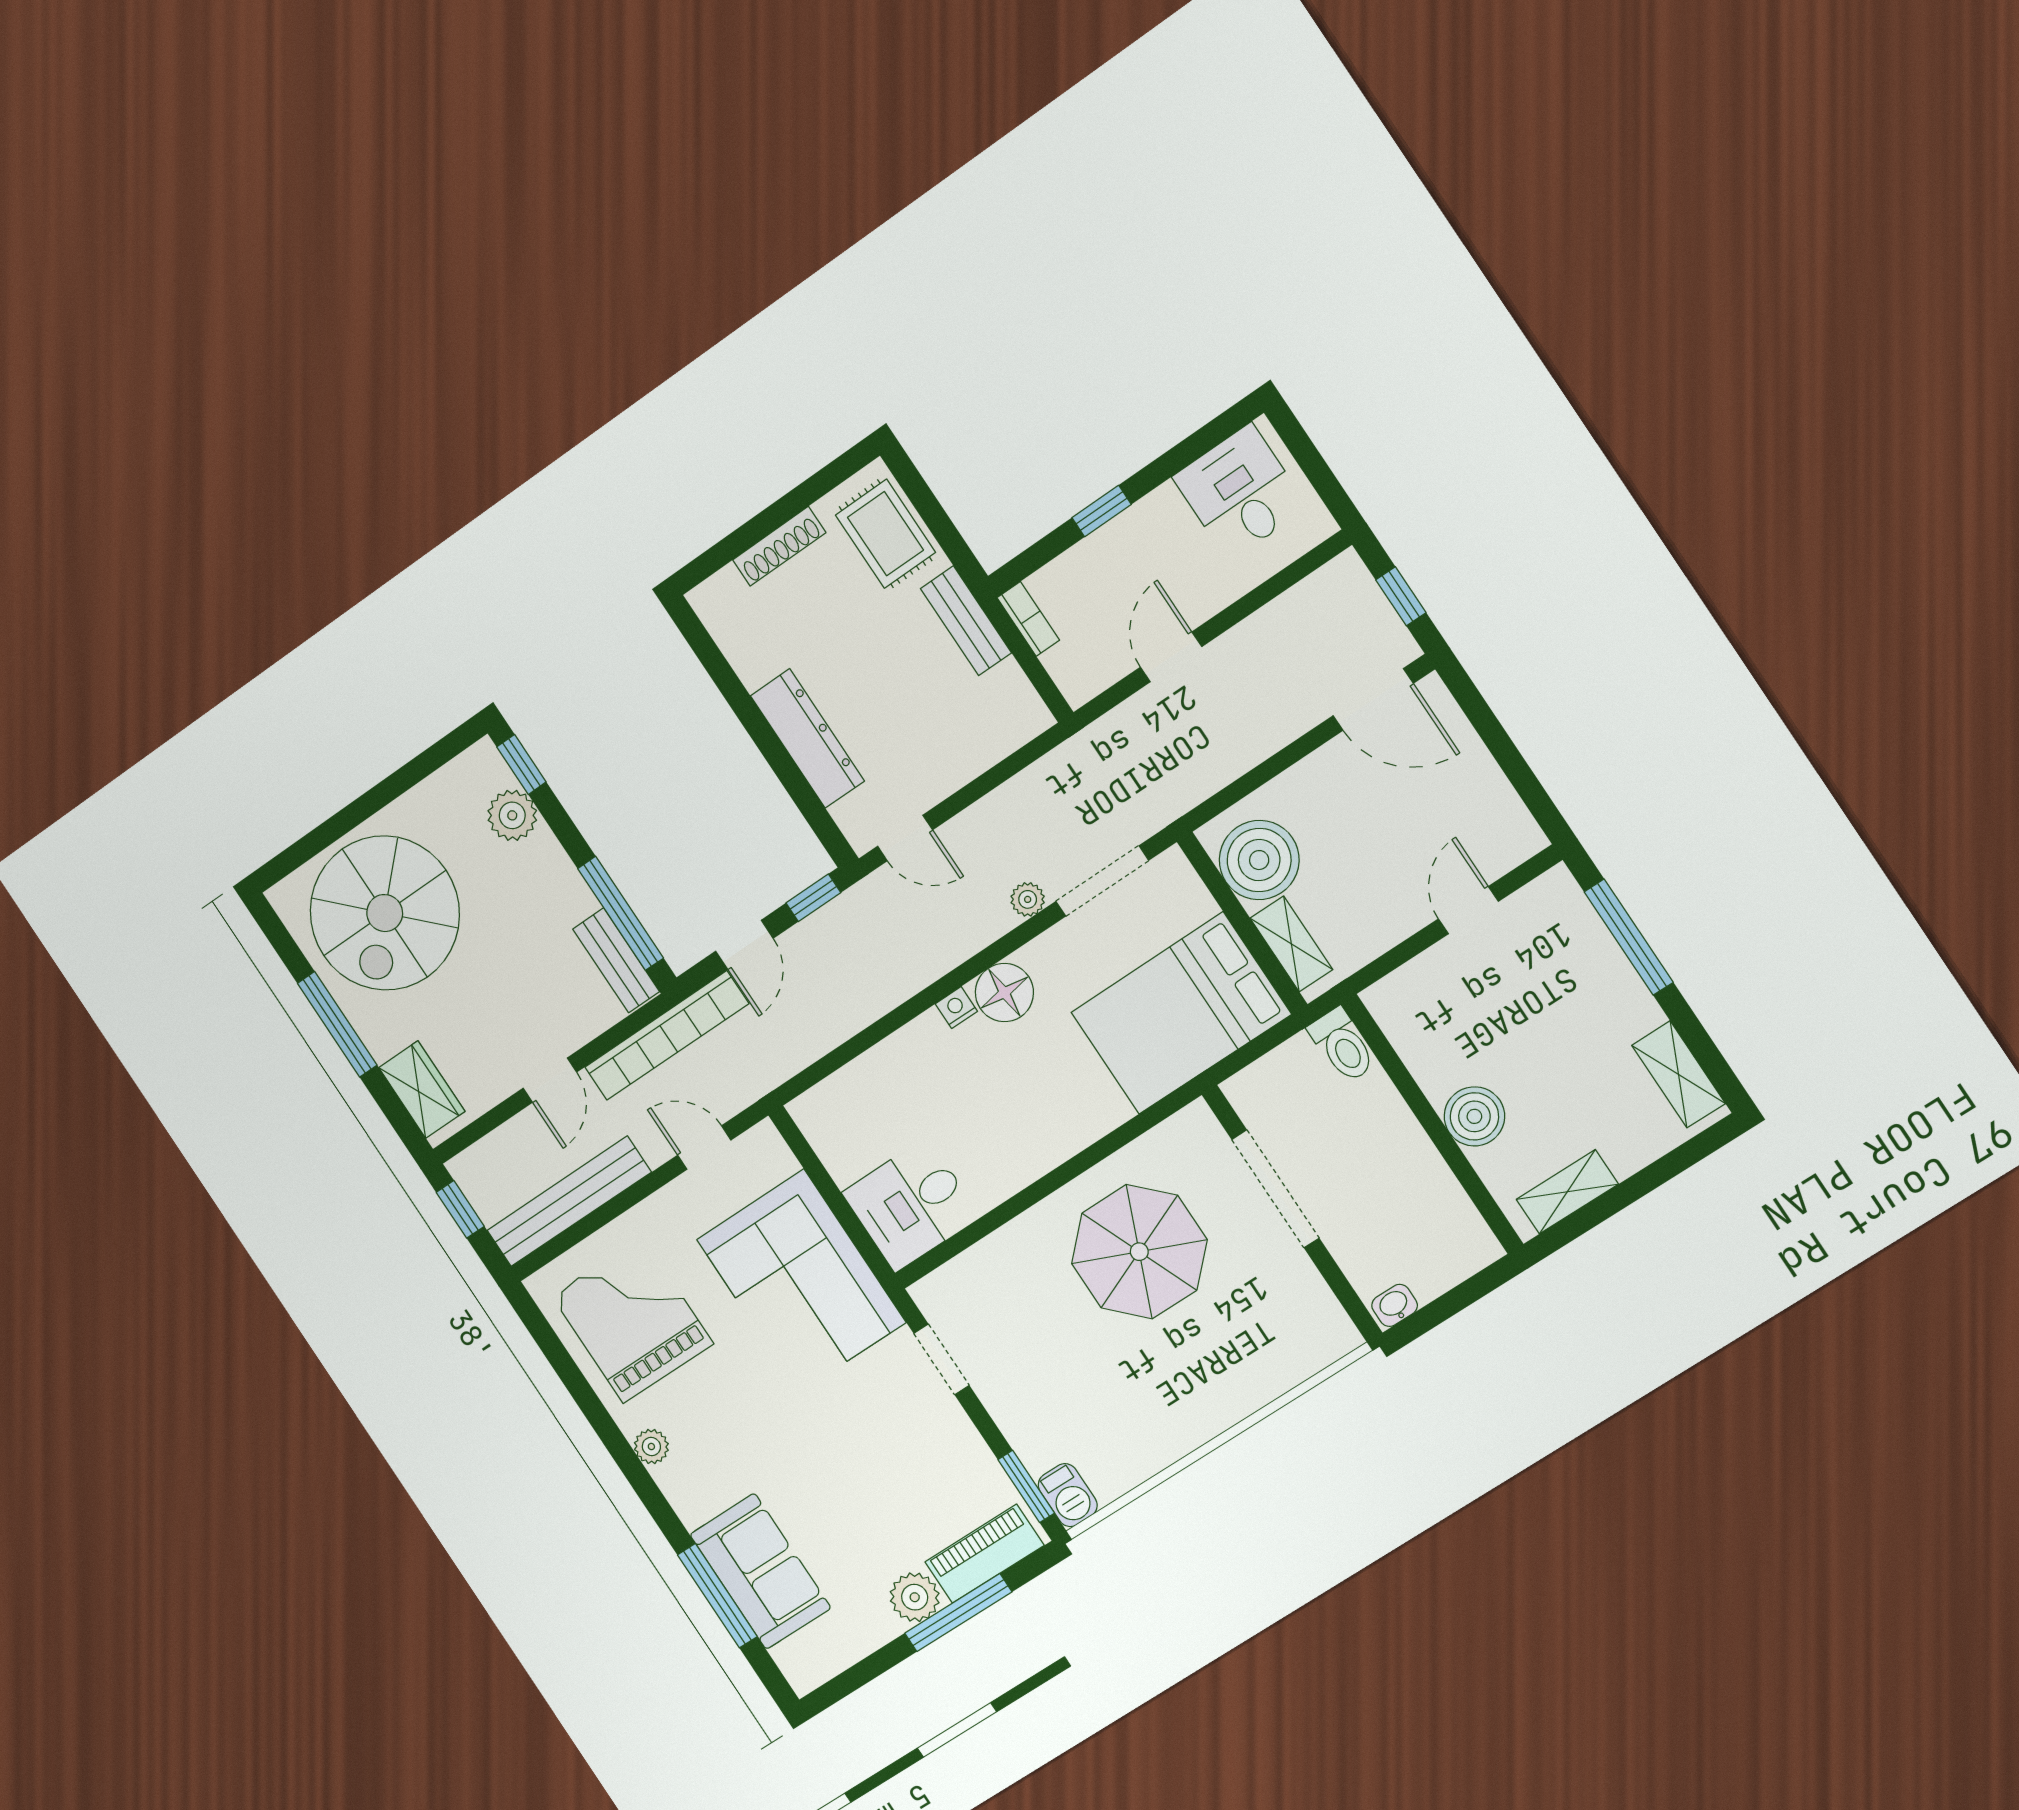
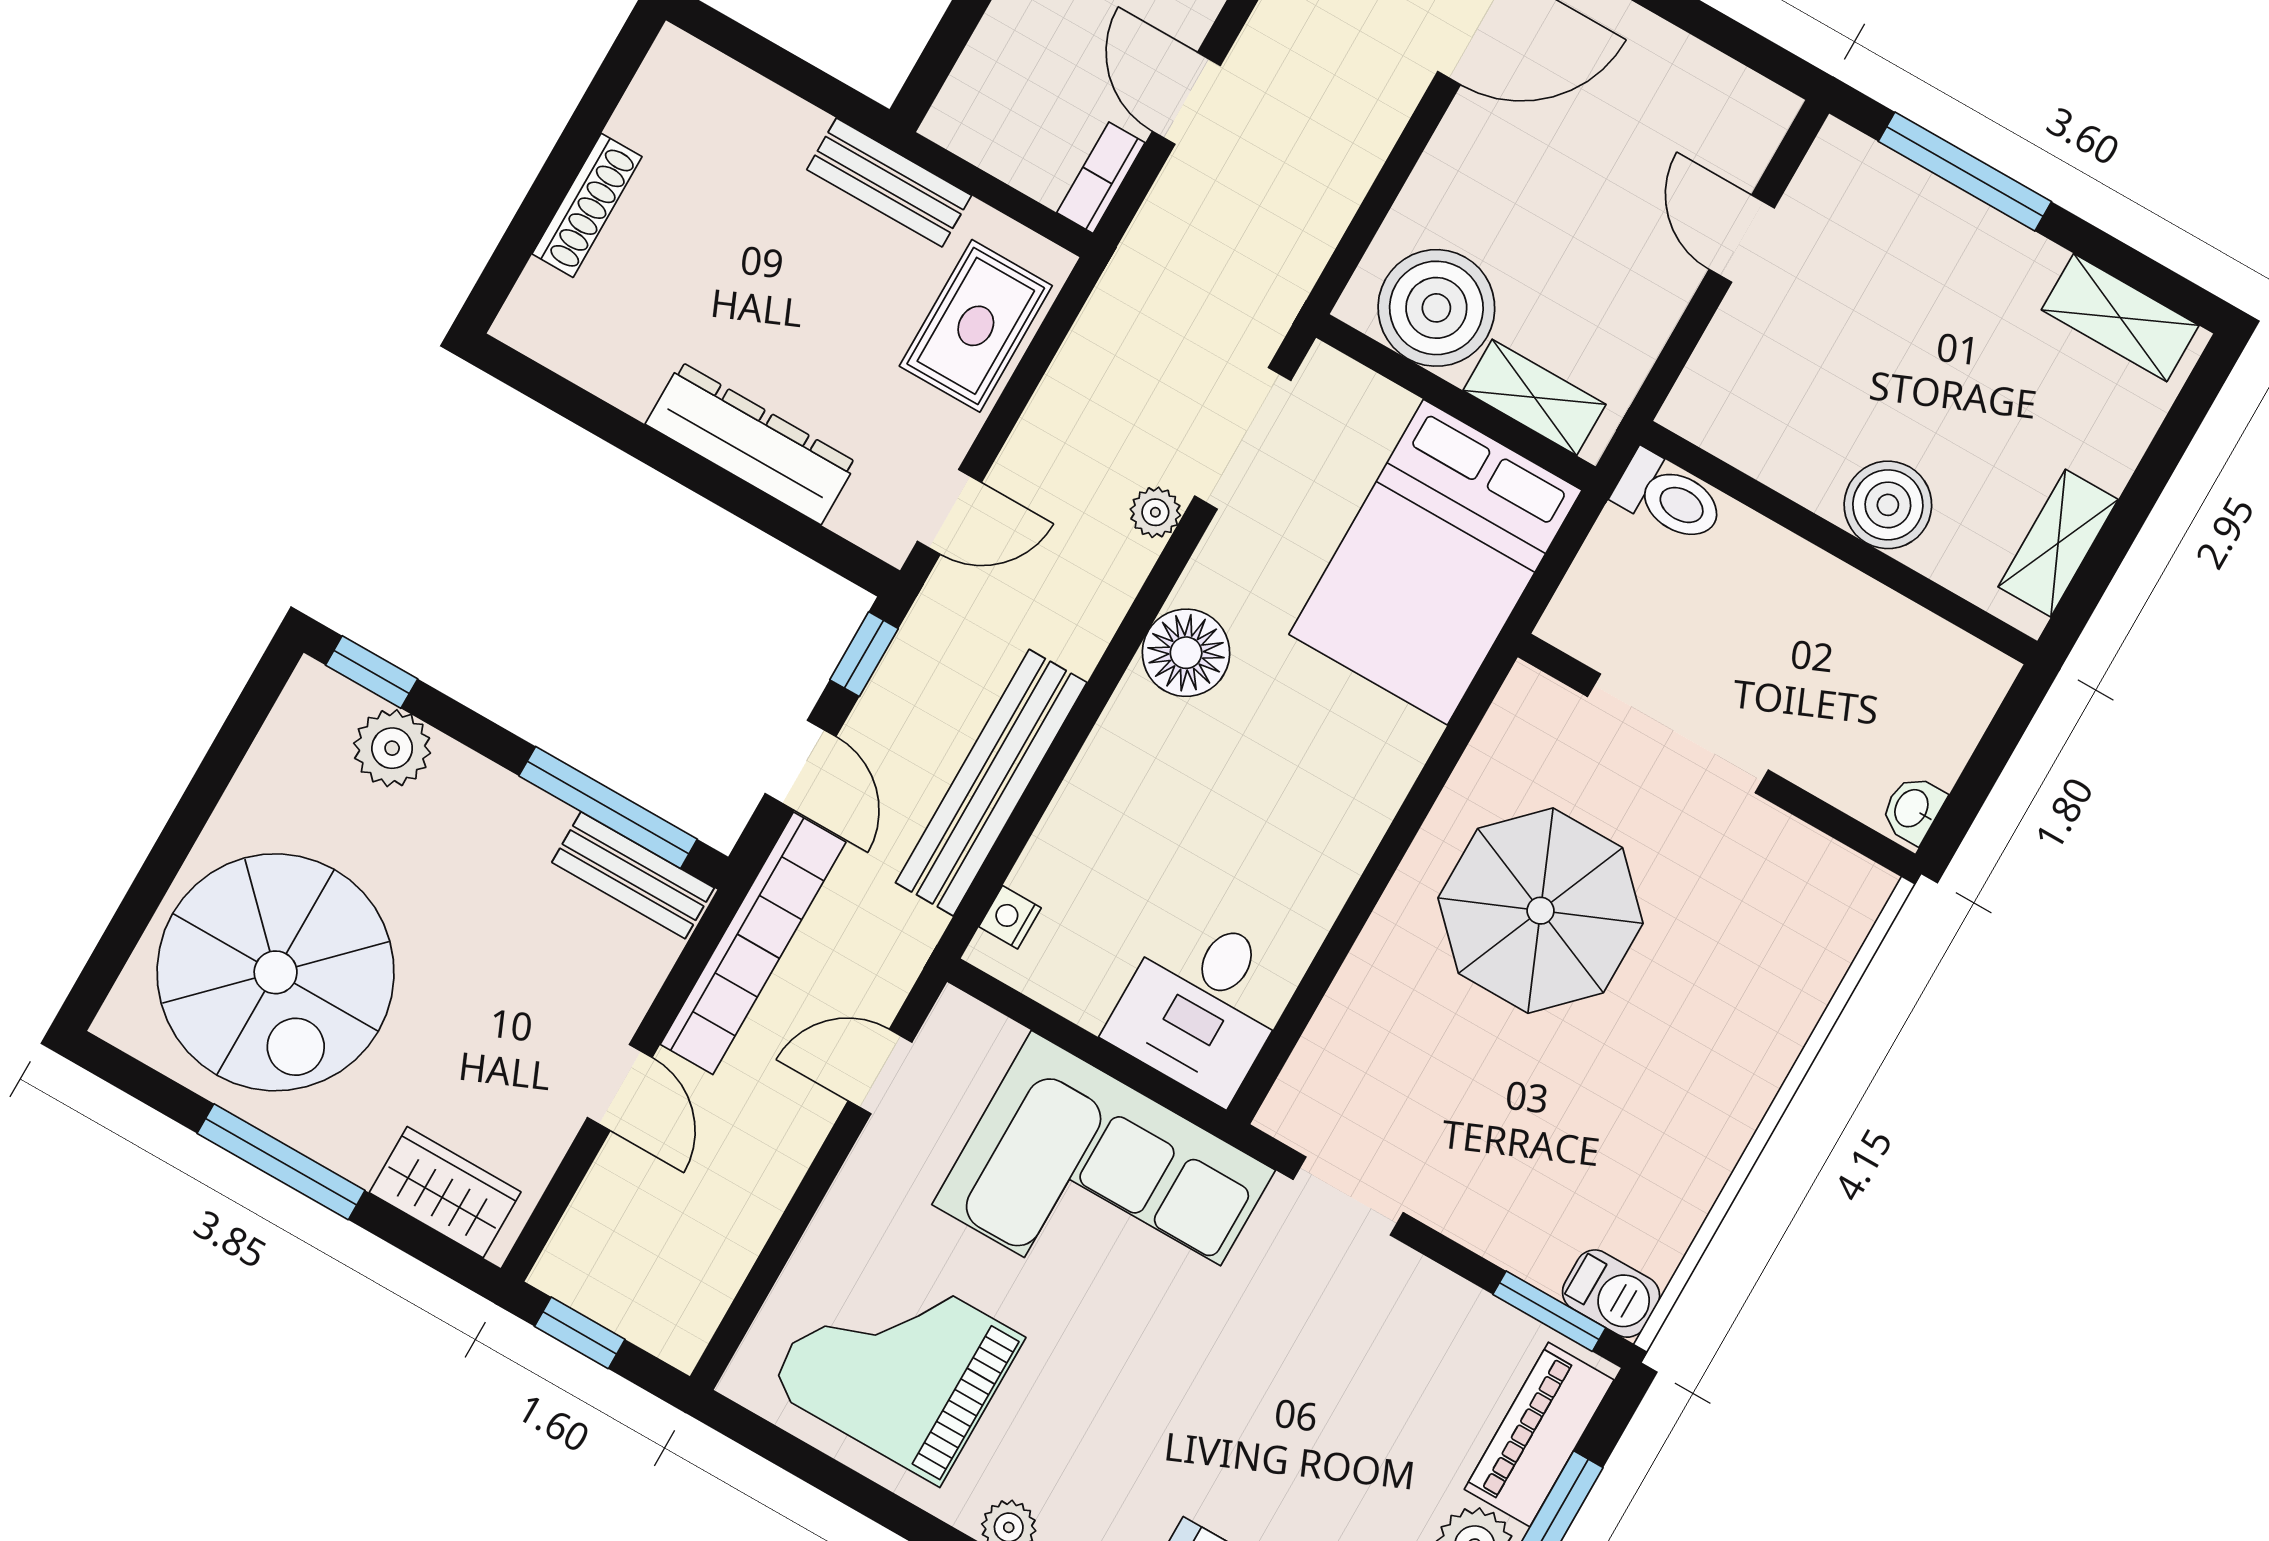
rug: (885, 534) -> (976, 326), moved, turned 90
bookcase: (1028, 619) -> (1101, 178), moved, turned -90
nightstand: (956, 1008) -> (1010, 917), moved
bench: (569, 1201) -> (991, 783), moved

